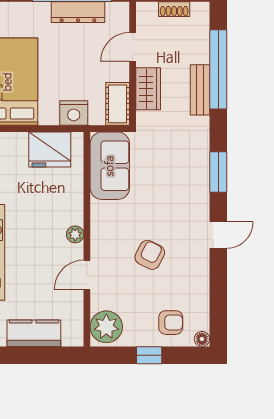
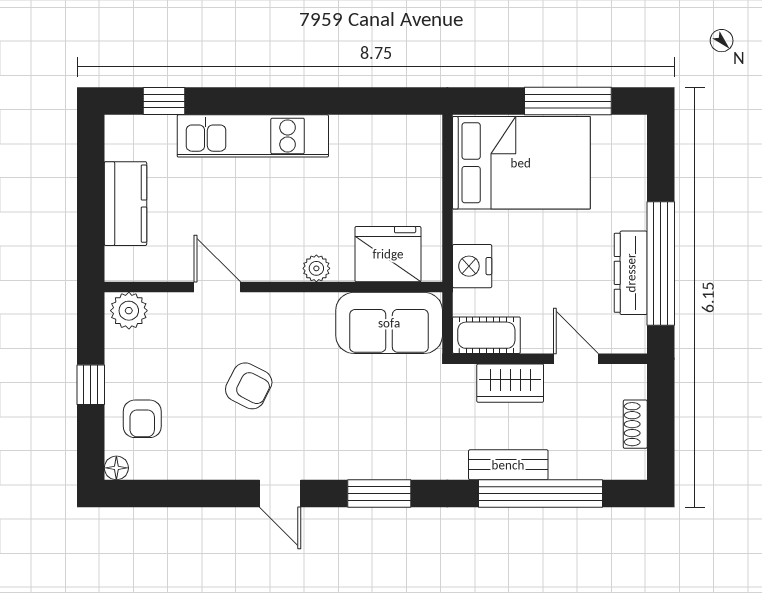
fridge: (50, 150) -> (388, 254), moved, turned 90
plant: (75, 234) -> (316, 268), moved
plant: (106, 327) -> (129, 311), width x0.73, depth x0.73

